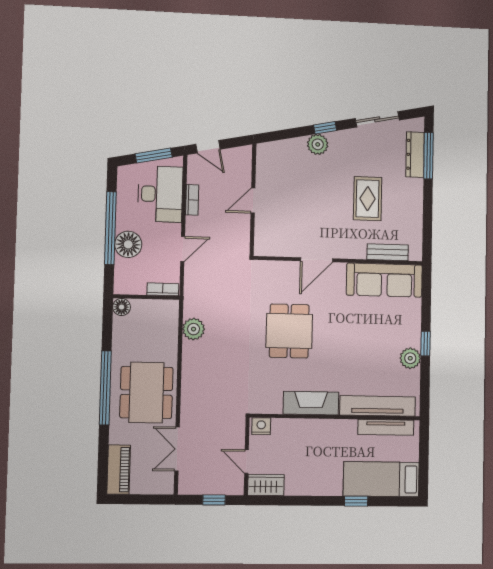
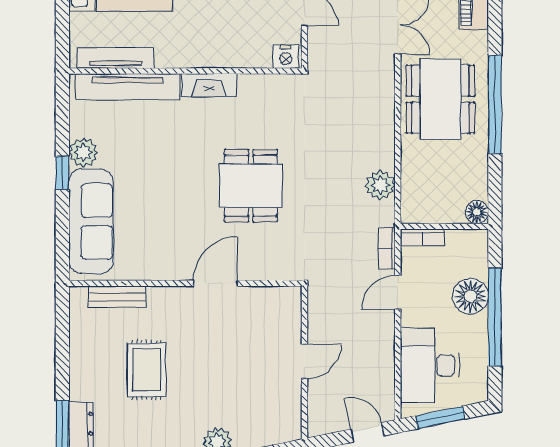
bookcase: (192, 200) -> (387, 248), moved
sofa: (384, 280) -> (91, 221), moved, turned 90
fireplace: (311, 403) -> (209, 85), width x0.73, depth x0.76

